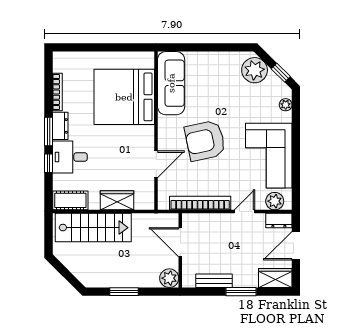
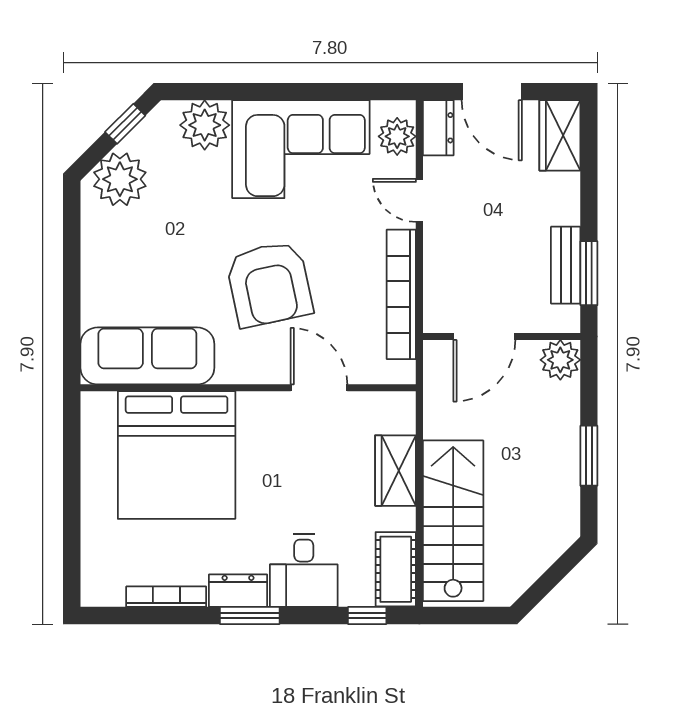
plant: (286, 105) -> (205, 125), width x1.88, depth x1.88
window: (48, 163) -> (367, 616), moved
window: (241, 292) -> (589, 273), moved

